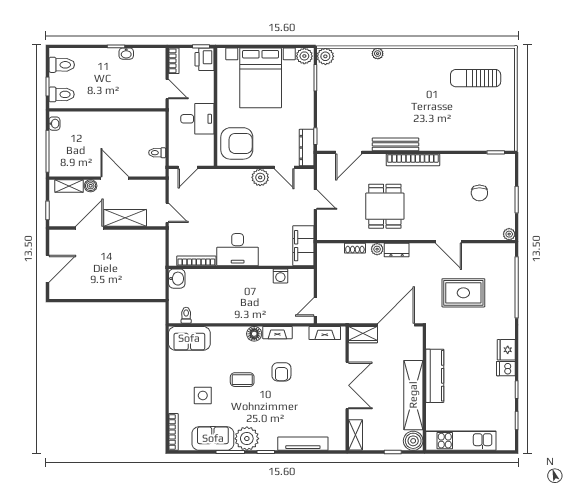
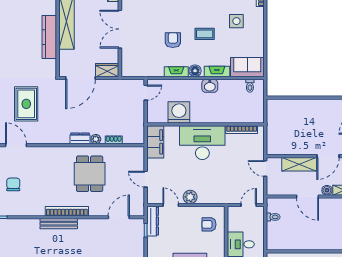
armchair: (237, 143) -> (209, 224), width x0.53, depth x0.53
bench: (396, 144) -> (59, 224), moved
door: (448, 242) -> (16, 145), moved
desk: (238, 250) -> (202, 143), width x1.36, depth x1.30
washing machine: (280, 276) -> (179, 112), width x1.89, depth x1.89
washbasin: (177, 279) -> (210, 86), moved, turned -90
rug: (463, 293) -> (26, 104), turned 90
fireplace: (325, 333) -> (217, 71), moved

